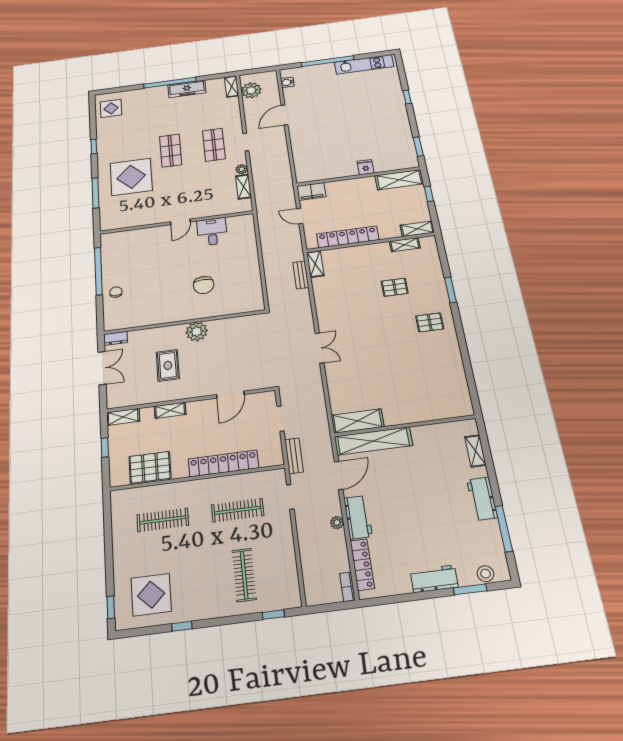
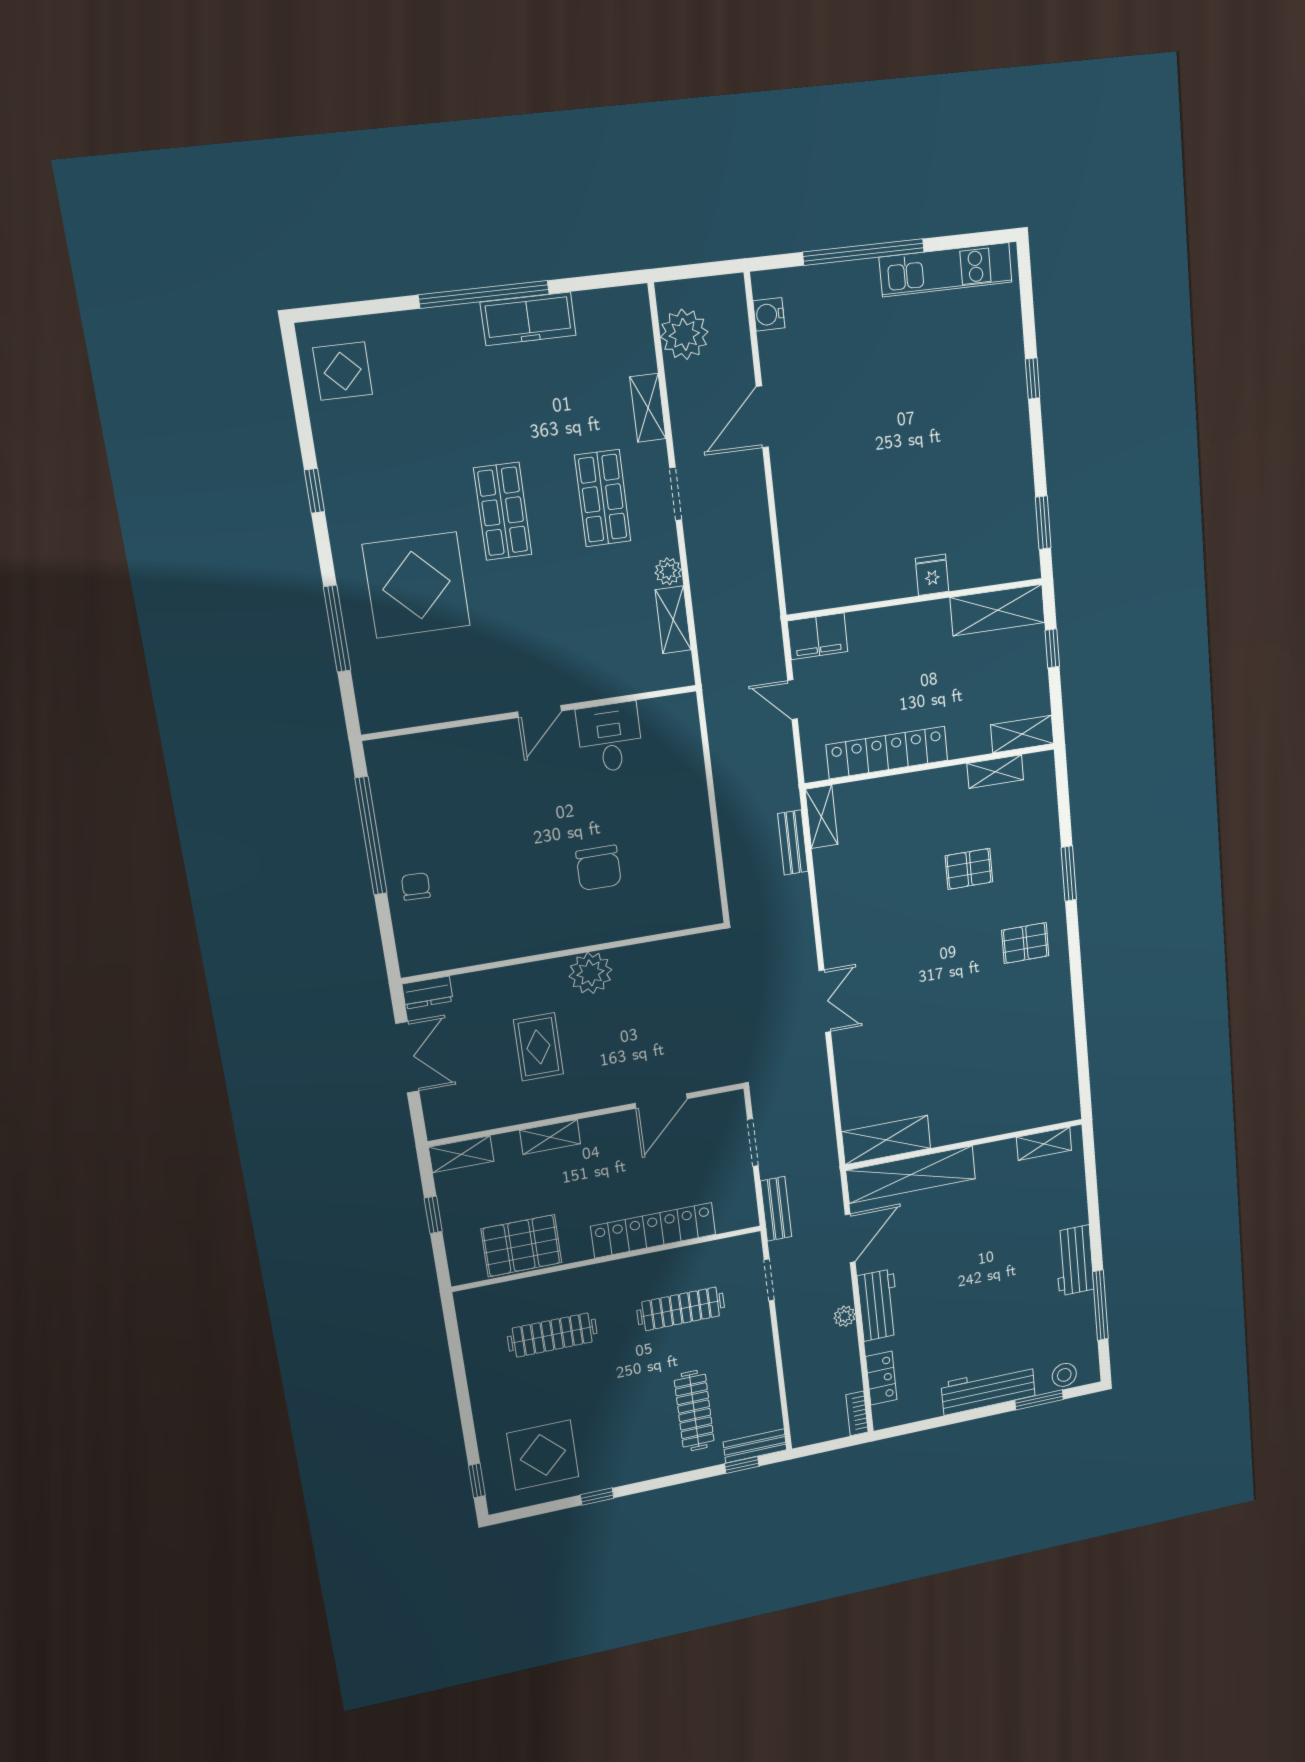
shelving: (232, 86) -> (648, 408), moved
shelving: (475, 451) -> (1044, 1144), moved, turned 90
locker: (362, 565) -> (881, 1378), width x0.66
workbench: (434, 579) -> (988, 1389), width x1.38
bench: (282, 602) -> (755, 1446), added

